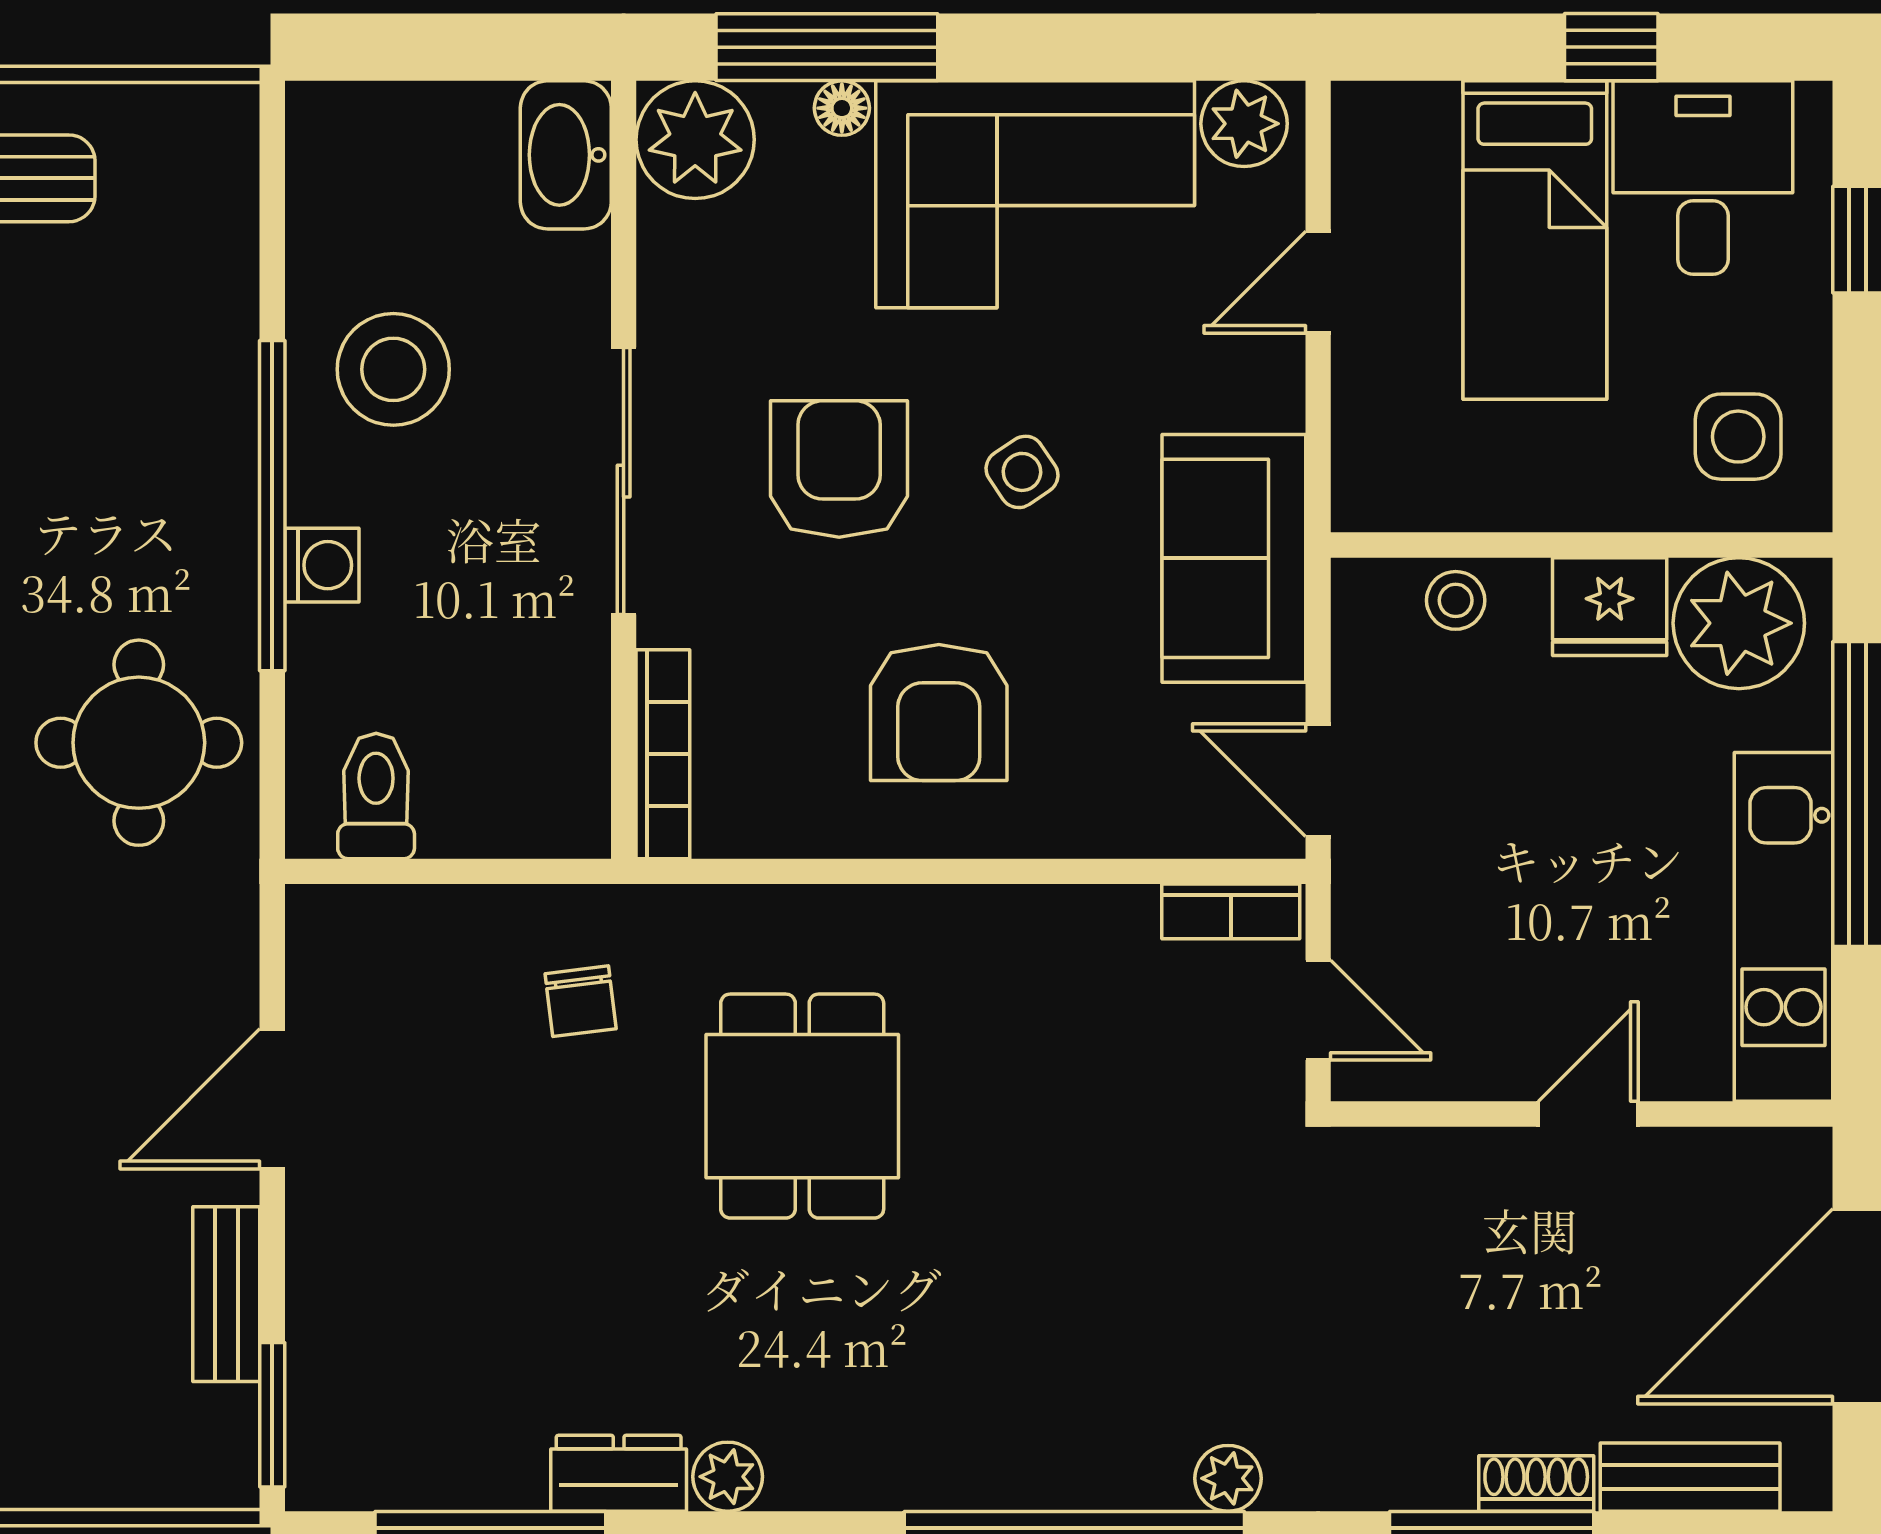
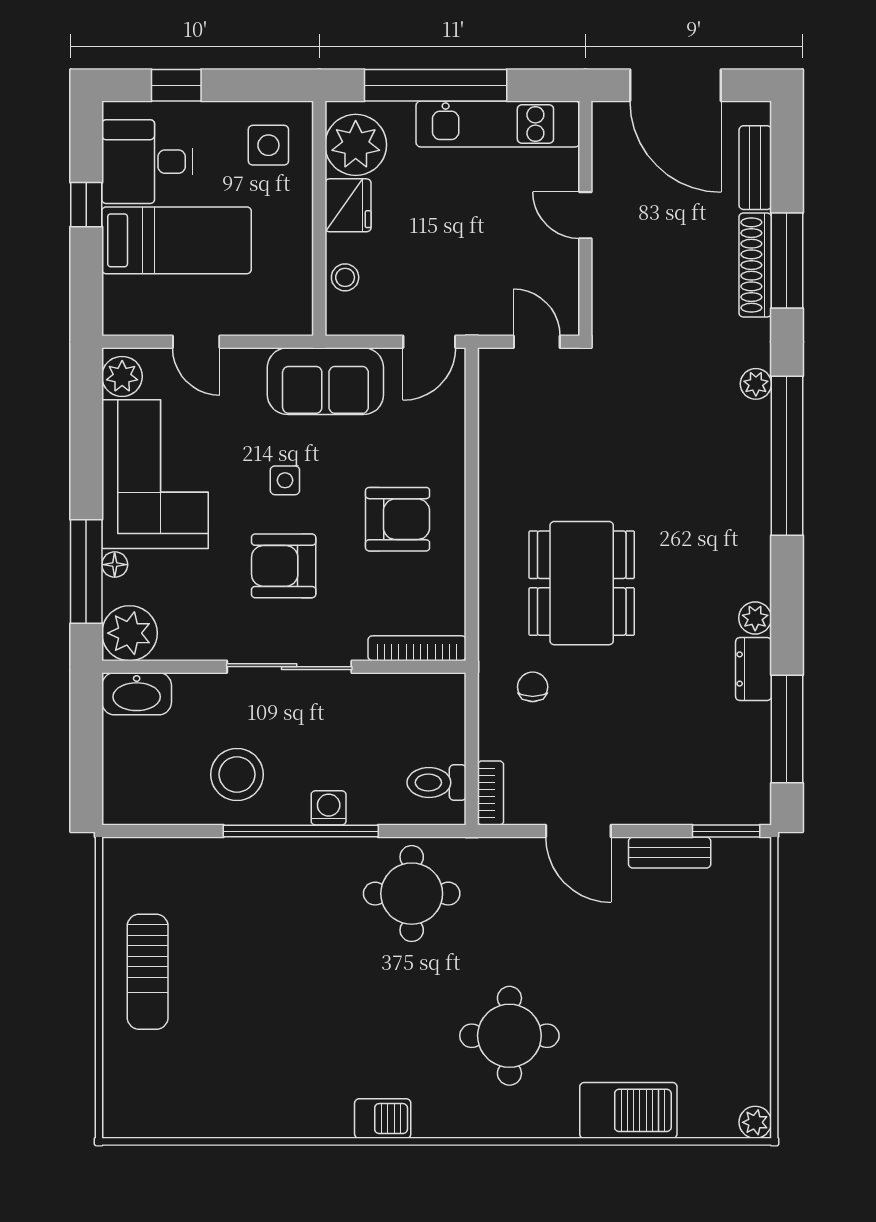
side table: (1022, 472) -> (285, 480), turned 34
bookcase: (1231, 911) -> (491, 793), moved
chair: (581, 1001) -> (533, 687), turned -83
door: (1318, 1010) -> (537, 342), hinge flipped
dining table: (802, 1106) -> (582, 583), width x1.38
shoe rack: (1536, 1483) -> (755, 265), width x1.94, depth x1.24

